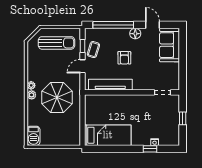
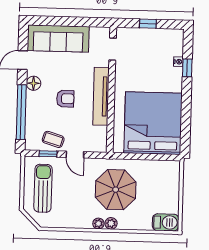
sofa: (169, 45) -> (58, 38), width x1.36
tv unit: (110, 85) -> (101, 96), moved
bed: (108, 135) -> (153, 123), width x2.04

